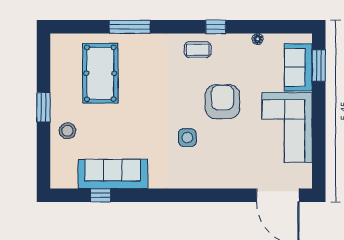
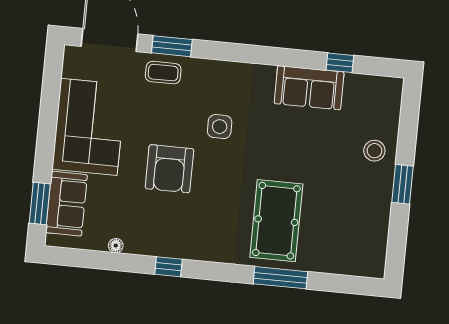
coffee table: (198, 50) -> (163, 73), moved
pool table: (100, 73) -> (276, 221), moved
sofa: (113, 174) -> (309, 88), width x0.73
window: (230, 195) -> (172, 46), added

